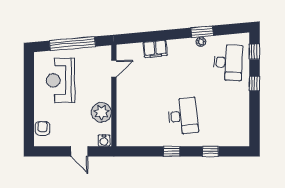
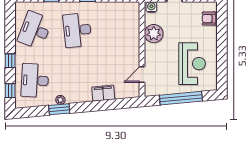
desk: (228, 116) -> (35, 30), added
armchair: (42, 128) -> (209, 19), turned 90

